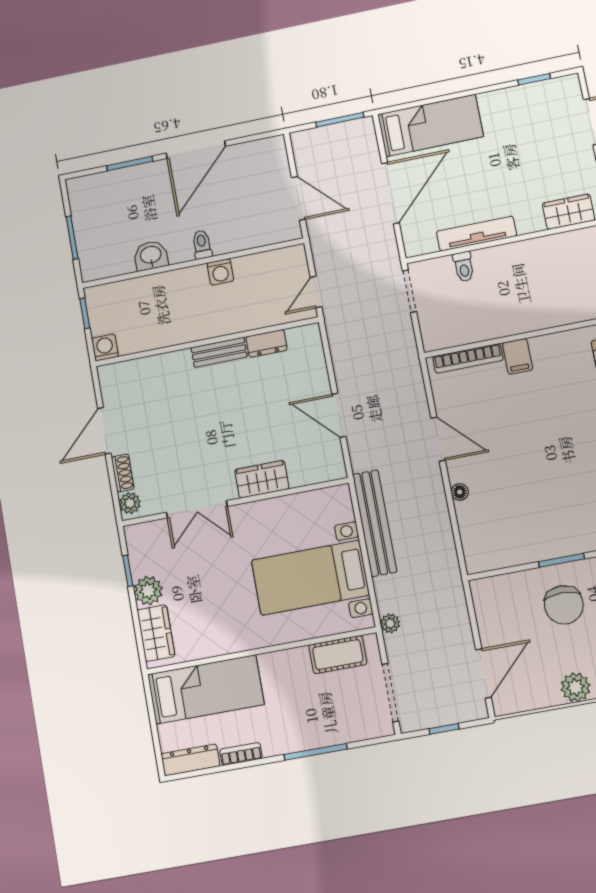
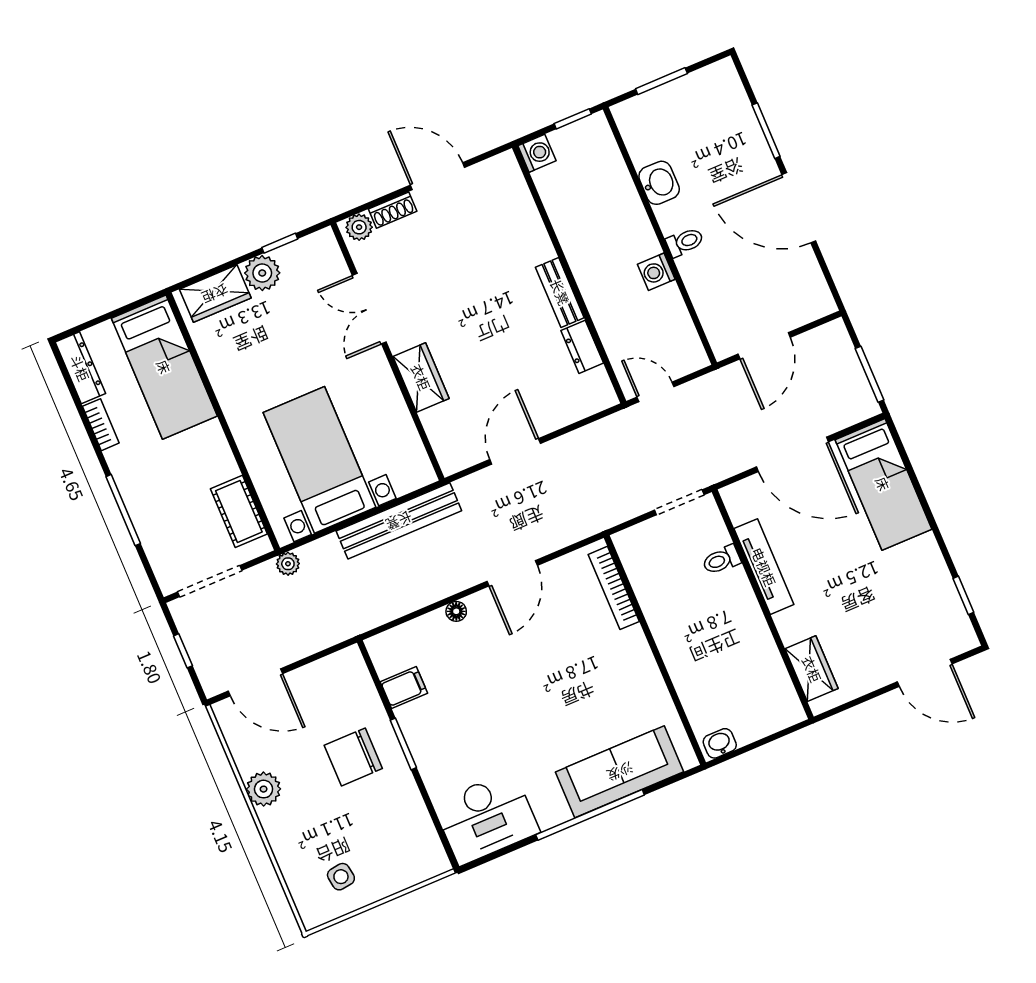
filing cabinet: (518, 356) -> (404, 687), moved, turned 180

